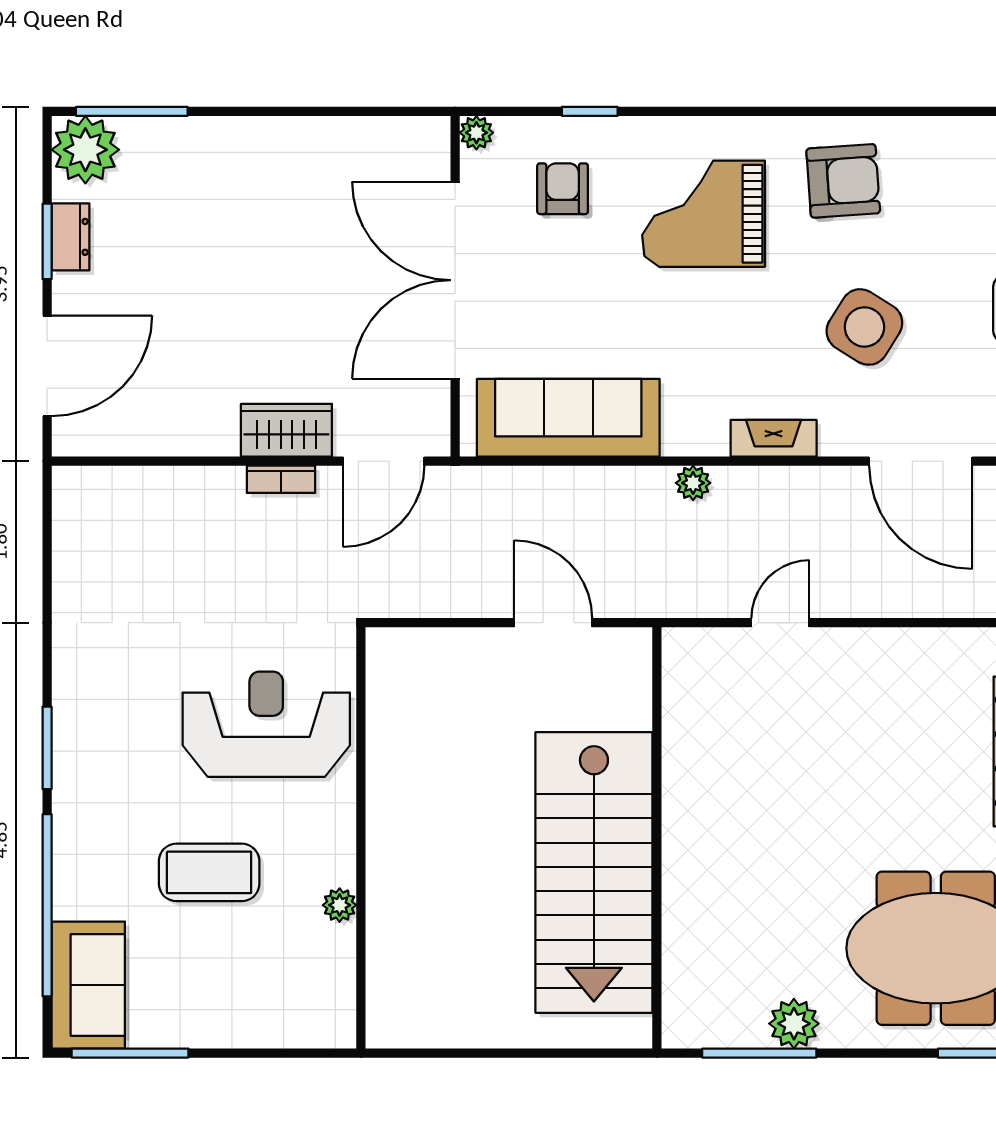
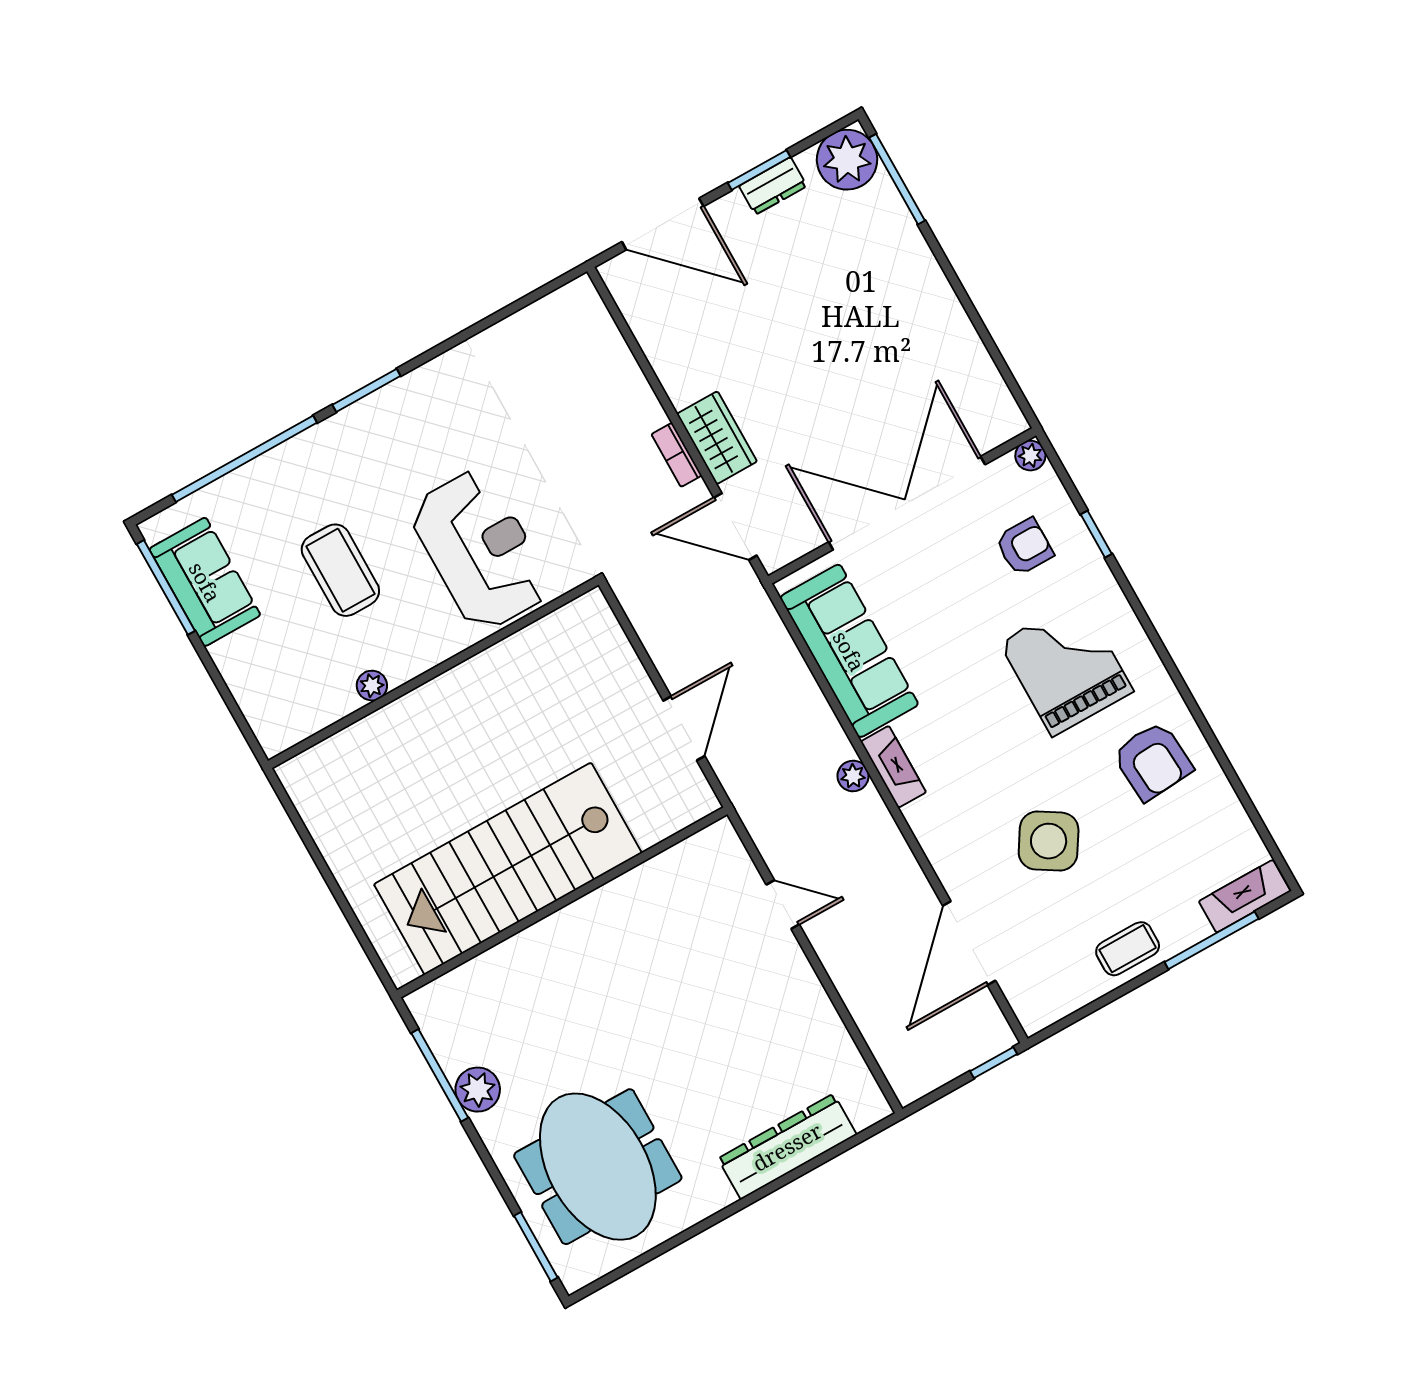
fireplace: (774, 438) -> (893, 767), moved
sofa: (88, 985) -> (205, 582), moved, turned -90

